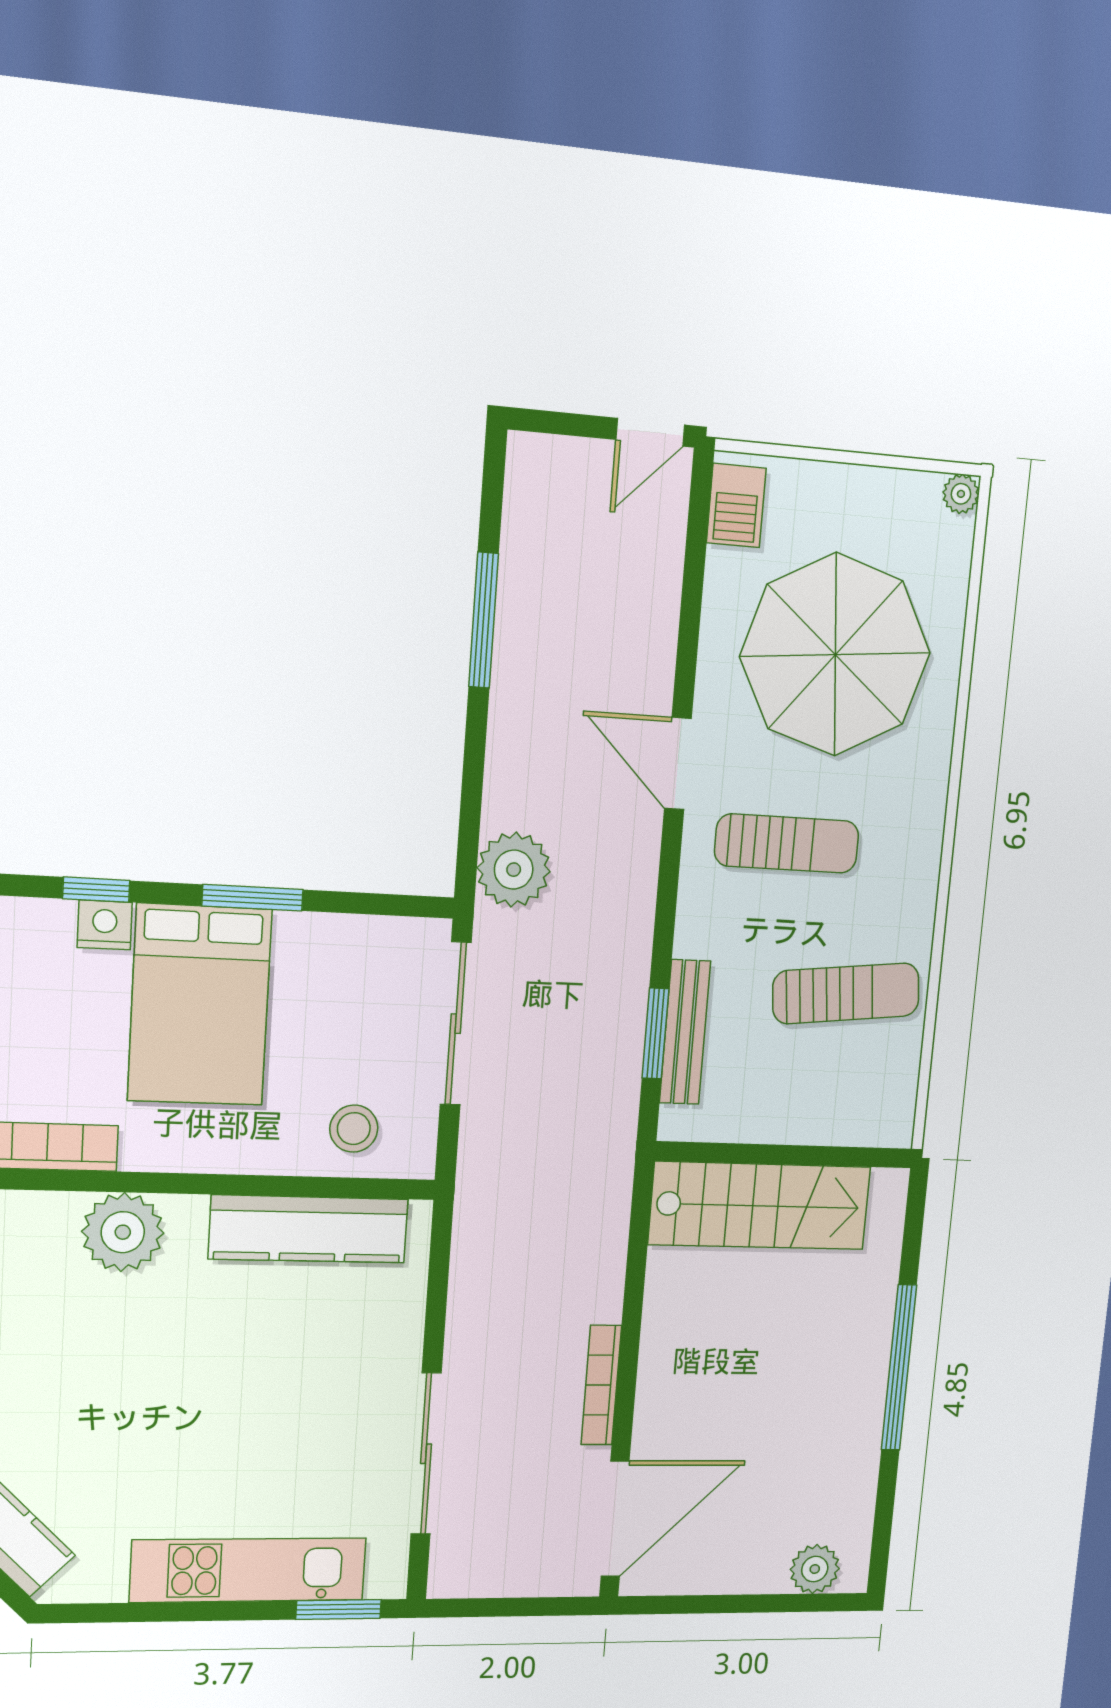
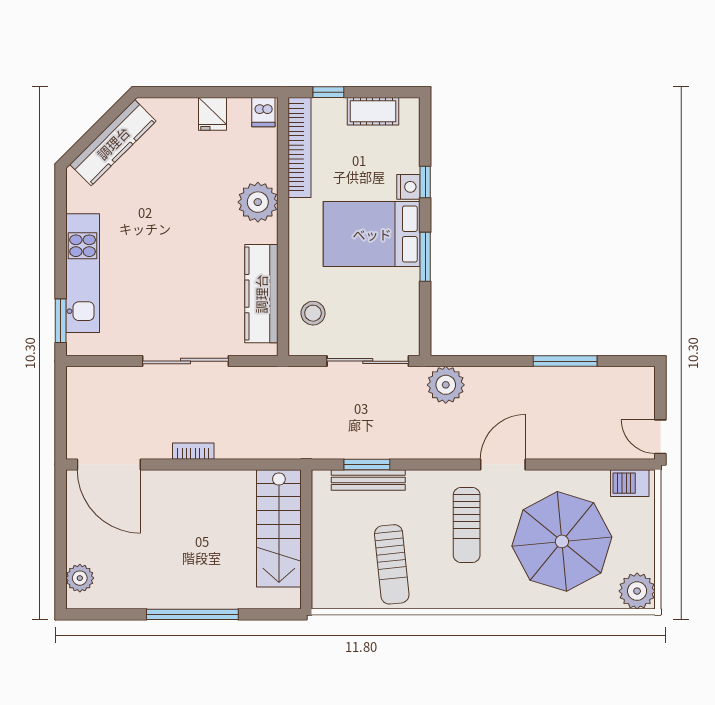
plant: (961, 494) -> (637, 591), width x1.88, depth x1.88
bookcase: (601, 1385) -> (193, 451), width x0.64
sliding door: (426, 1454) -> (186, 361), moved

